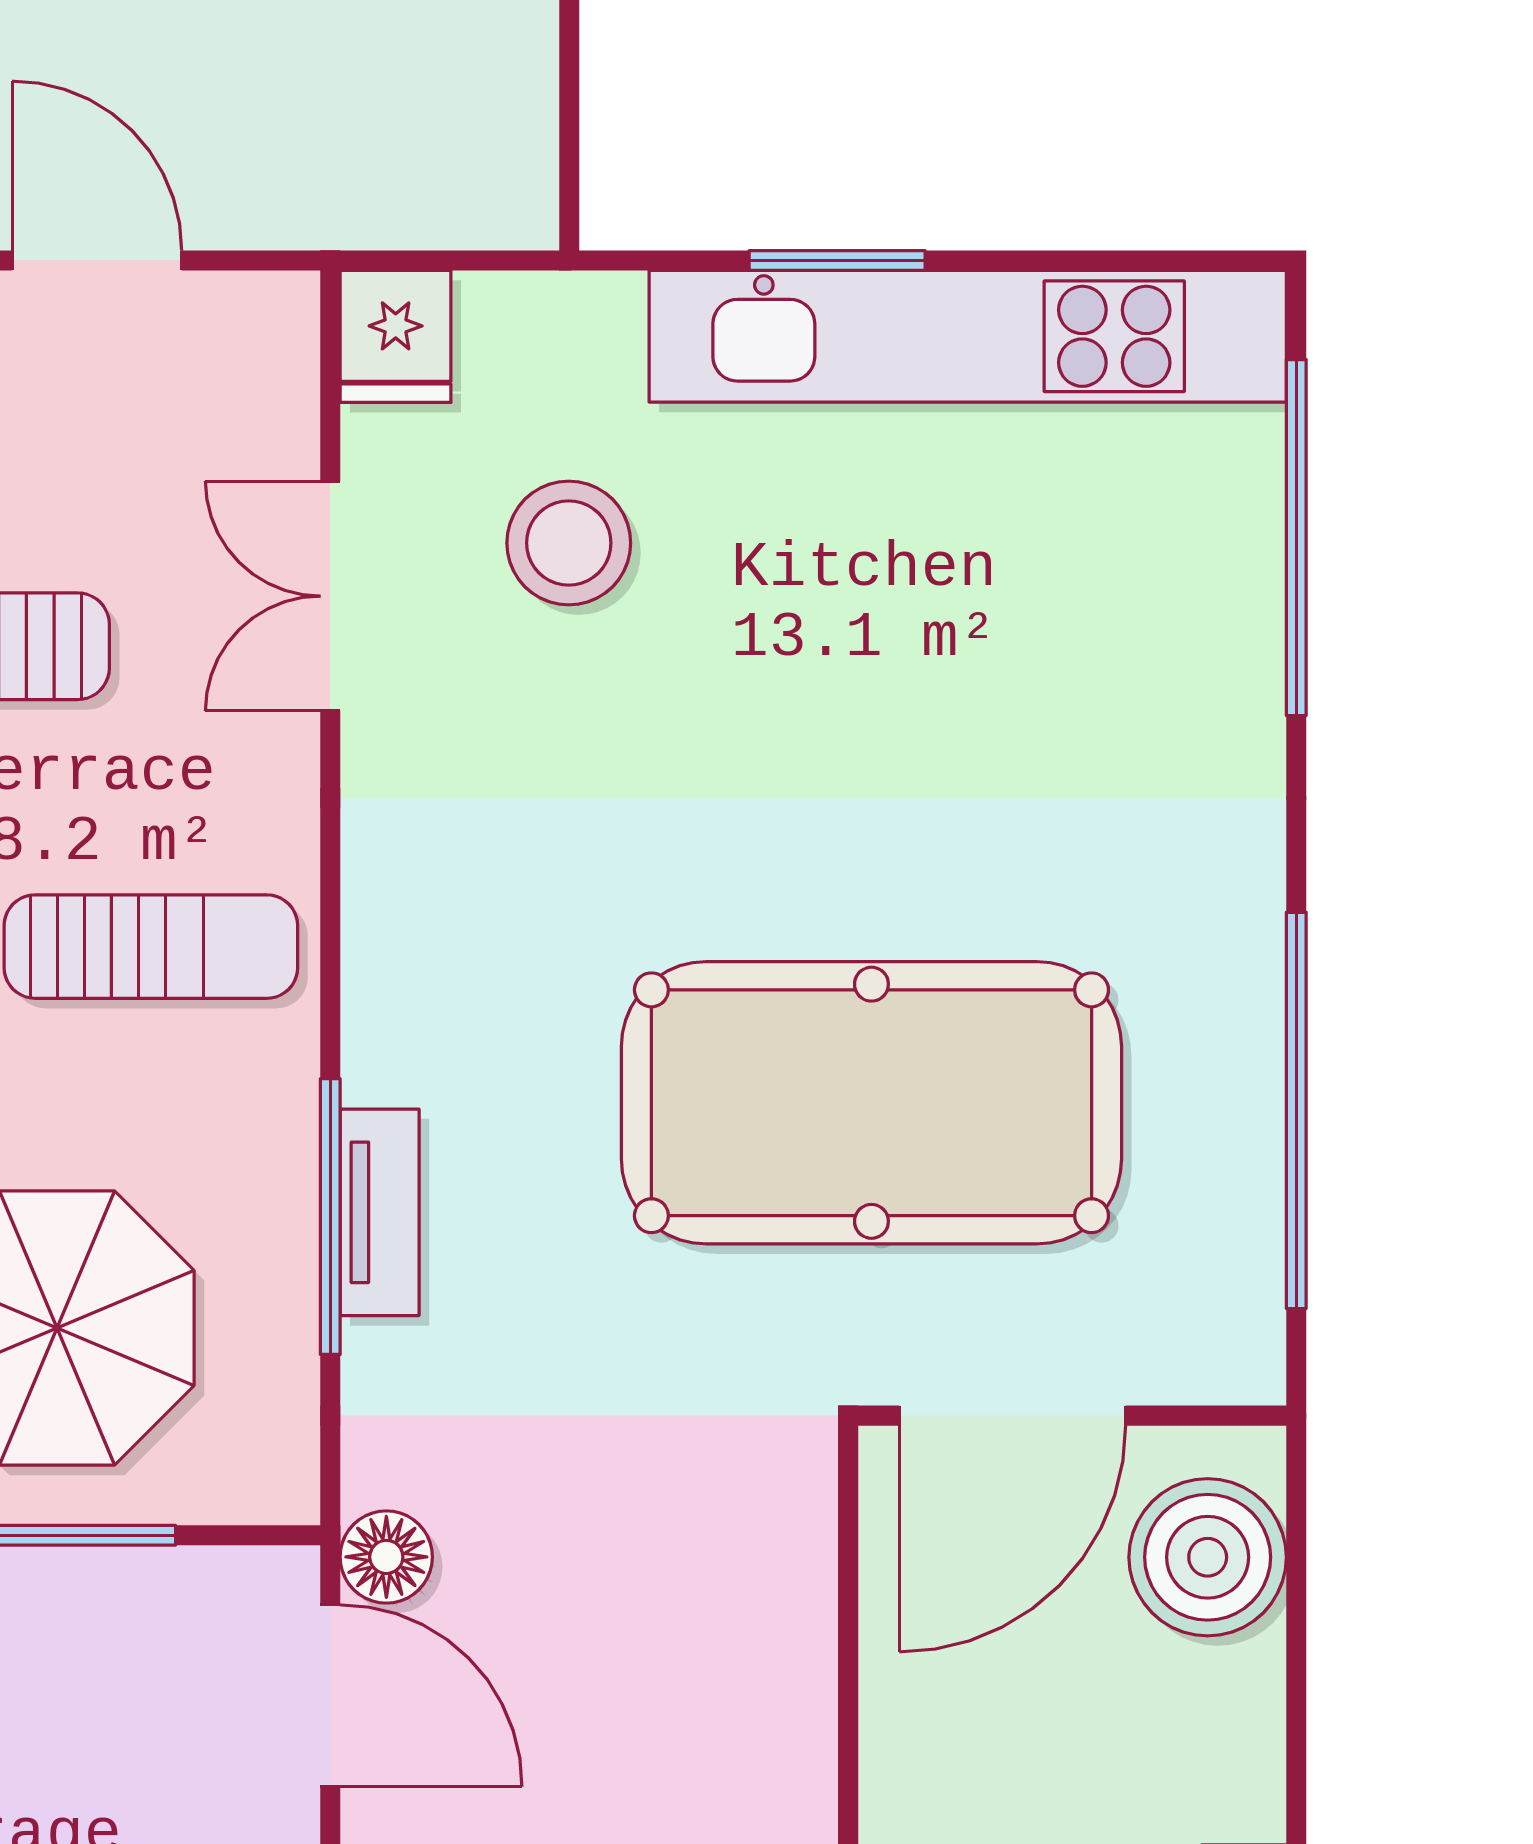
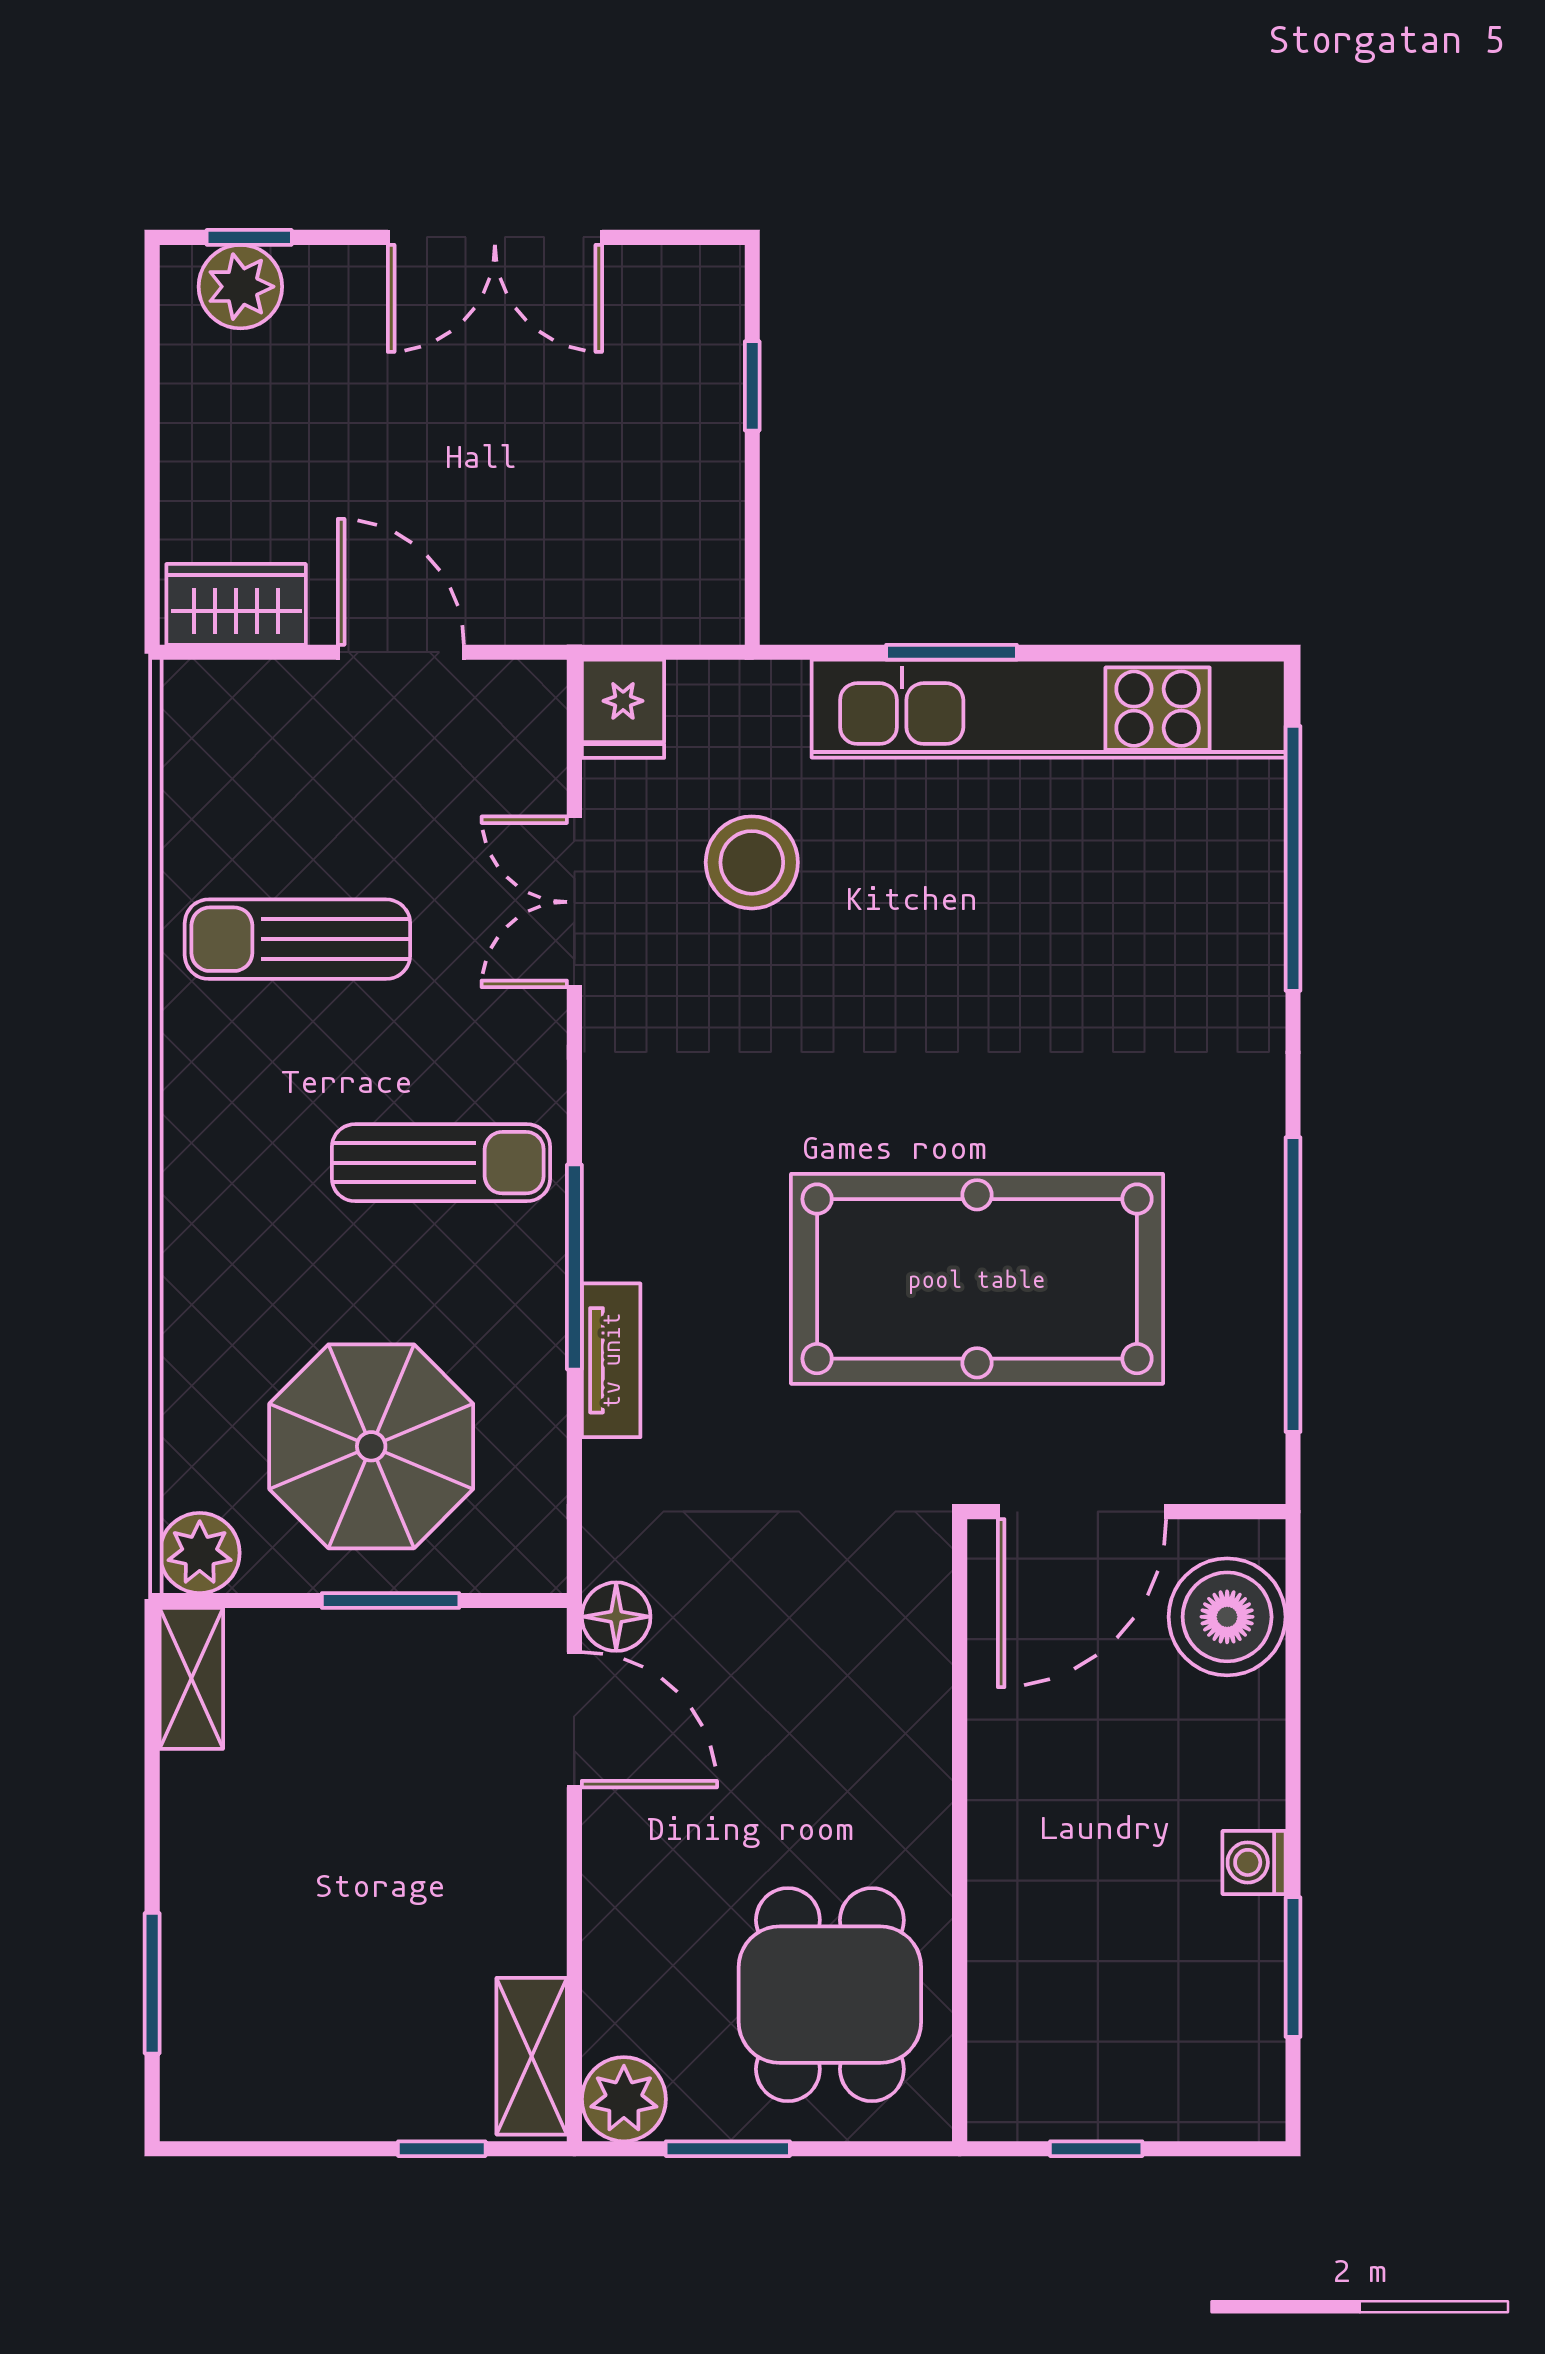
window: (330, 1217) -> (574, 1267), moved

